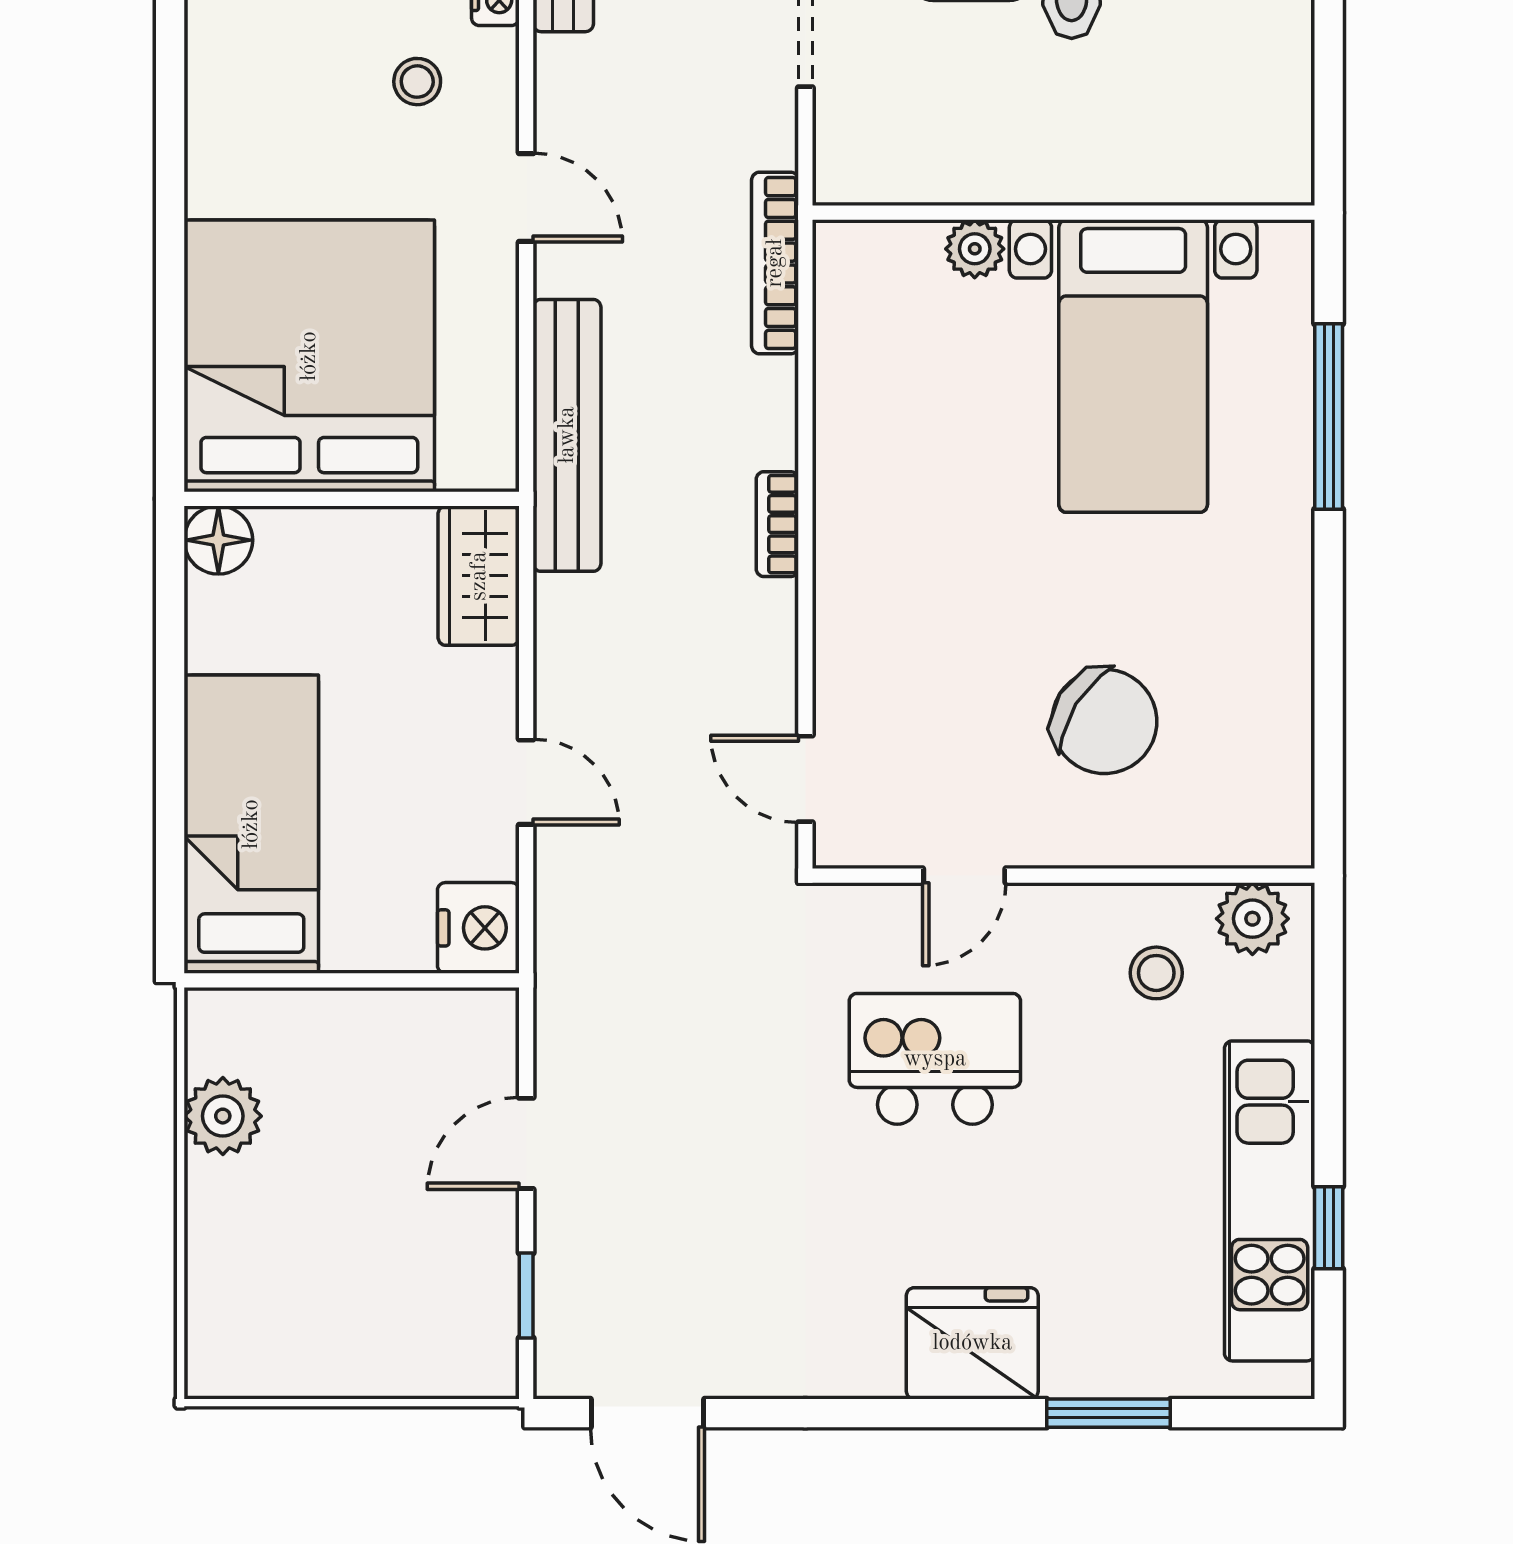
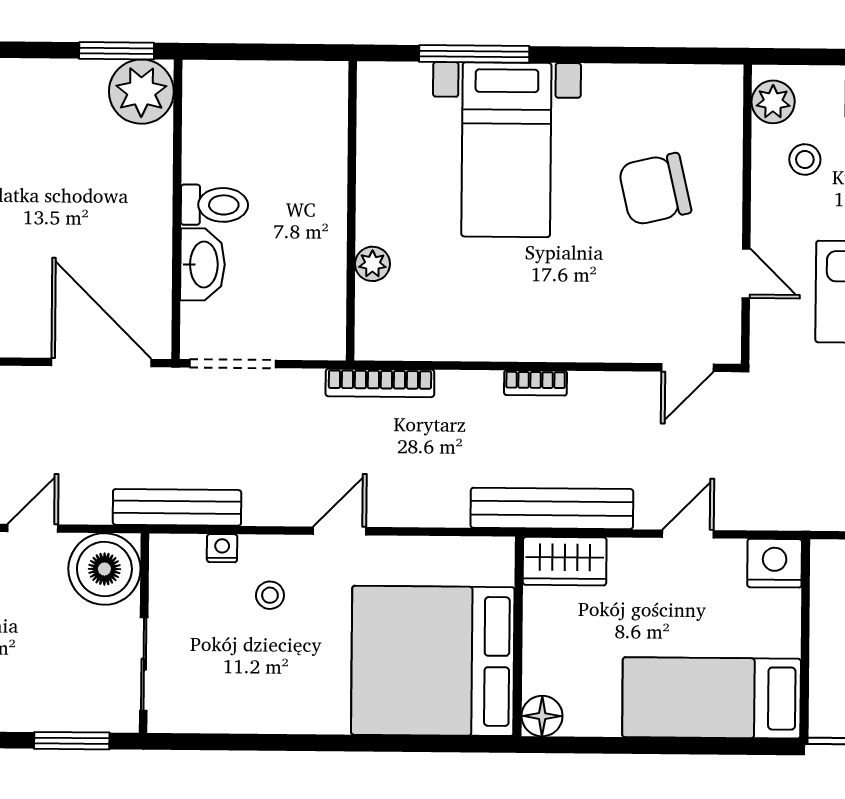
bed with nightstands: (1133, 366) -> (506, 150), moved, turned 90
bench: (567, 435) -> (552, 508), moved
chair: (1104, 721) -> (655, 189), turned -135

